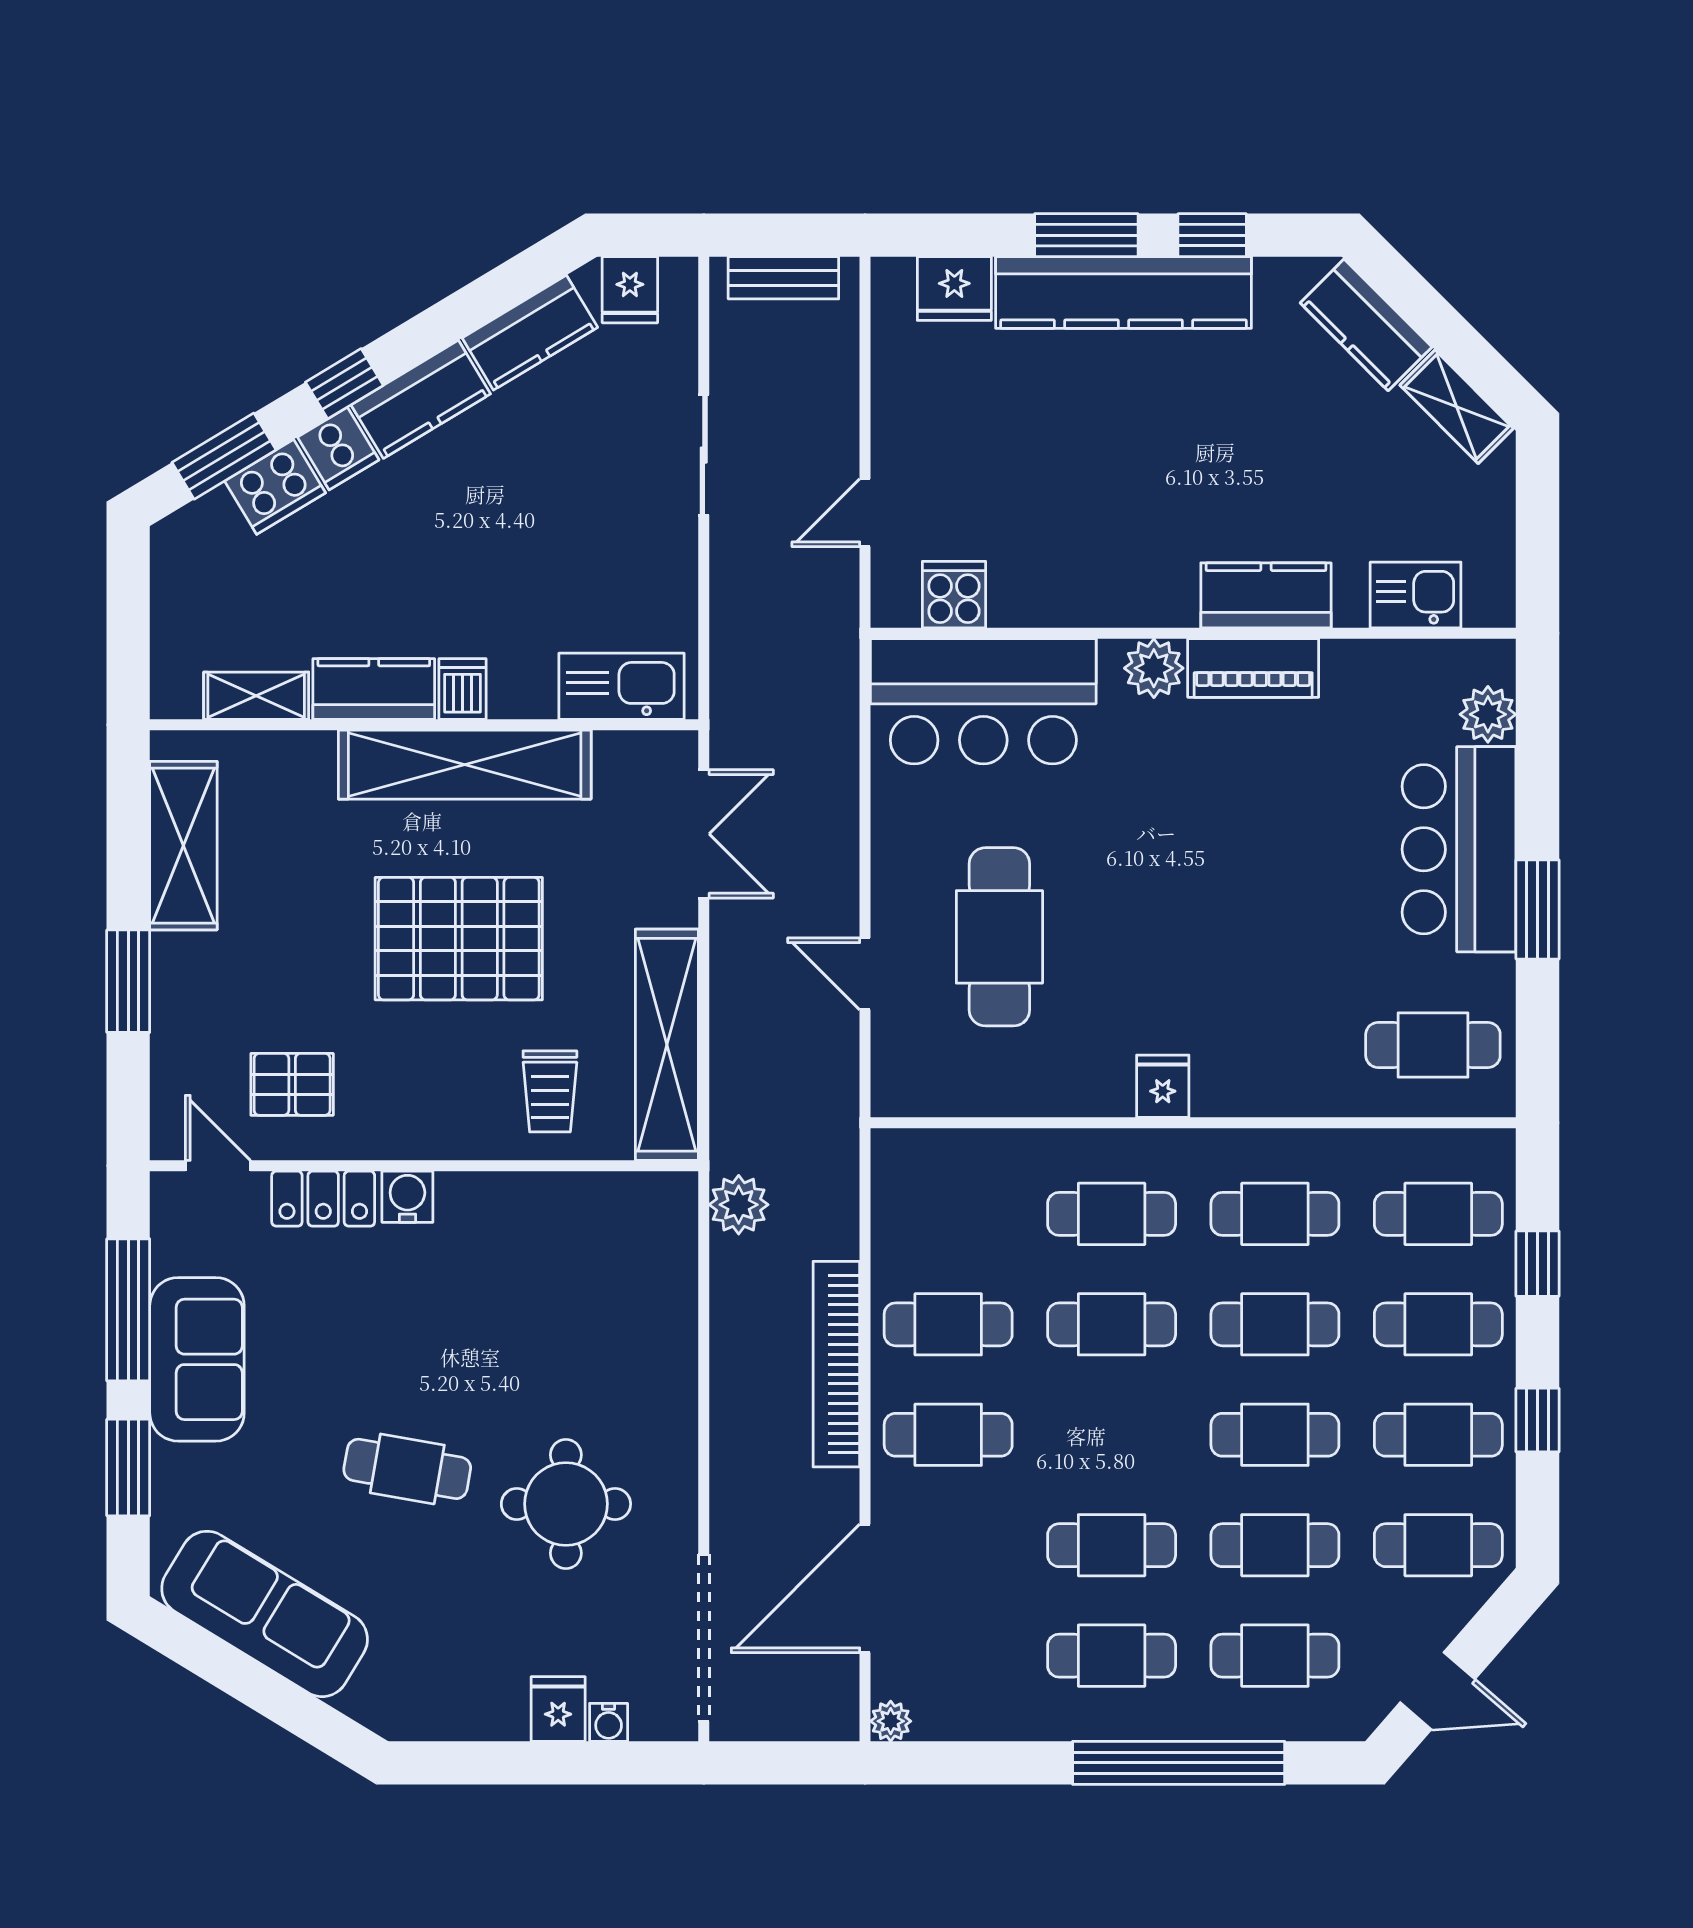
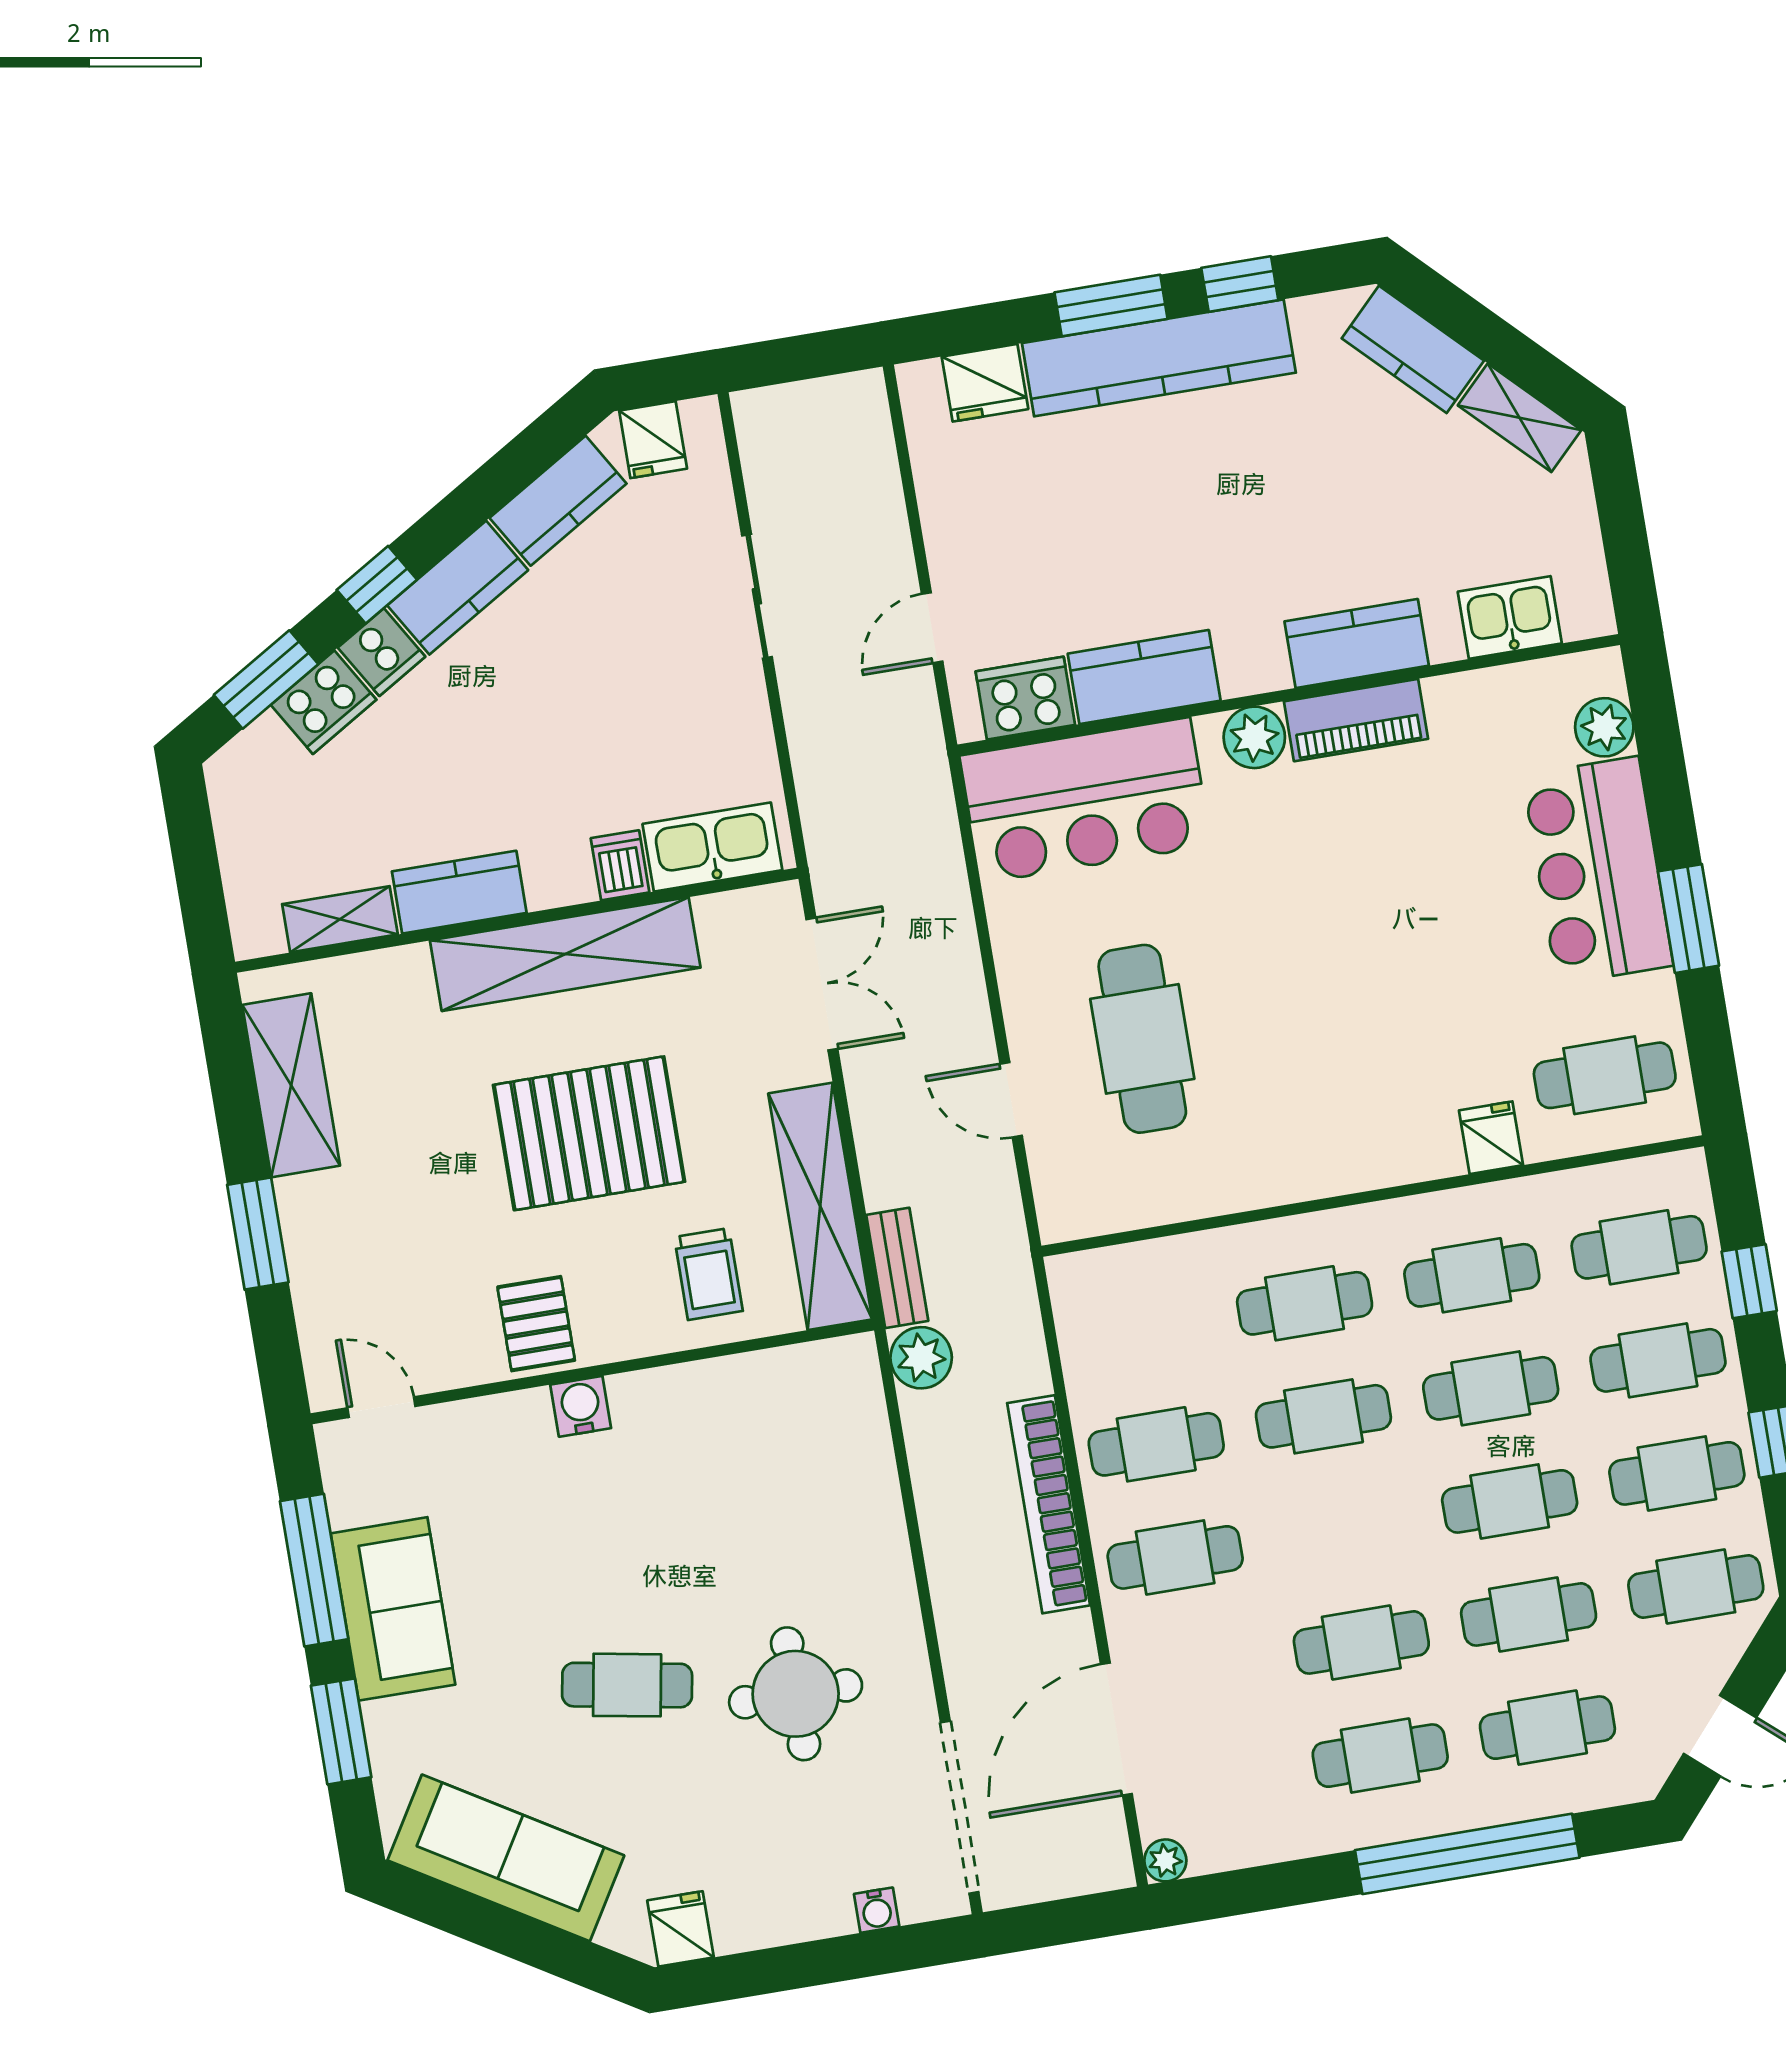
bench: (783, 278) -> (897, 1268), moved, turned 90
kitchen counter: (1059, 593) -> (1144, 677), added
cooker: (954, 595) -> (1025, 698), width x1.36
dishwasher: (462, 689) -> (620, 865), moved
pallet: (292, 1084) -> (536, 1324), moved, turned 90
fridge: (1163, 1086) -> (1491, 1138), moved
locker: (323, 1199) -> (495, 1423), removed
fridge: (558, 1709) -> (680, 1929), moved

